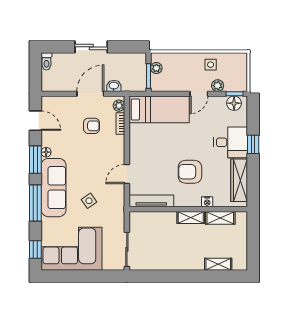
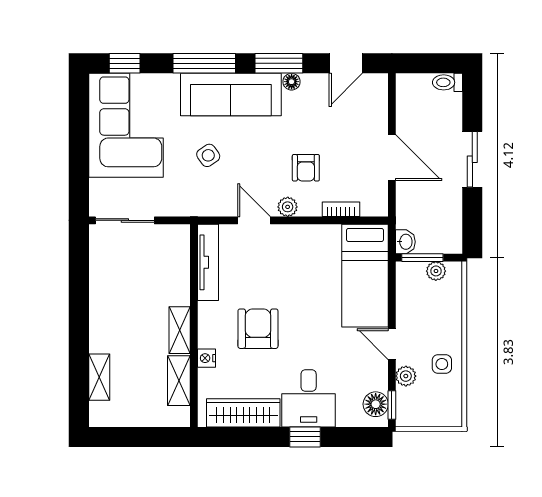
washbasin: (114, 86) -> (405, 242), moved
plant: (119, 106) -> (288, 207), moved
armchair: (91, 126) -> (306, 168), moved

